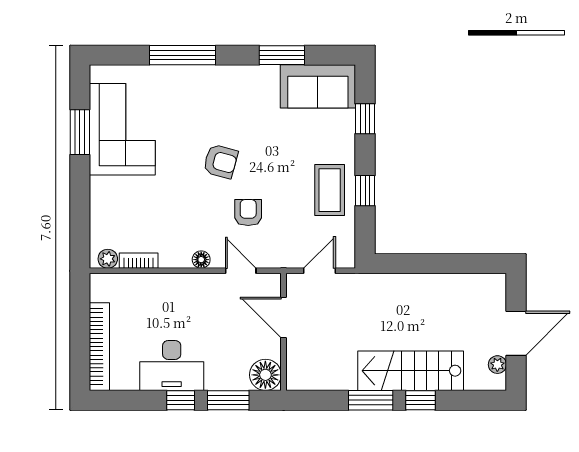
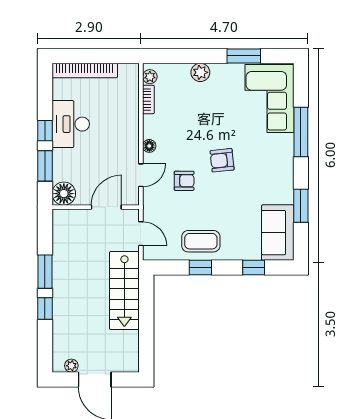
corner sofa: (122, 129) -> (269, 99), moved, turned 90
armchair: (221, 161) -> (222, 160), turned 69
plant: (102, 191) -> (200, 72), added
stairs: (411, 371) -> (124, 291), moved, turned 180

